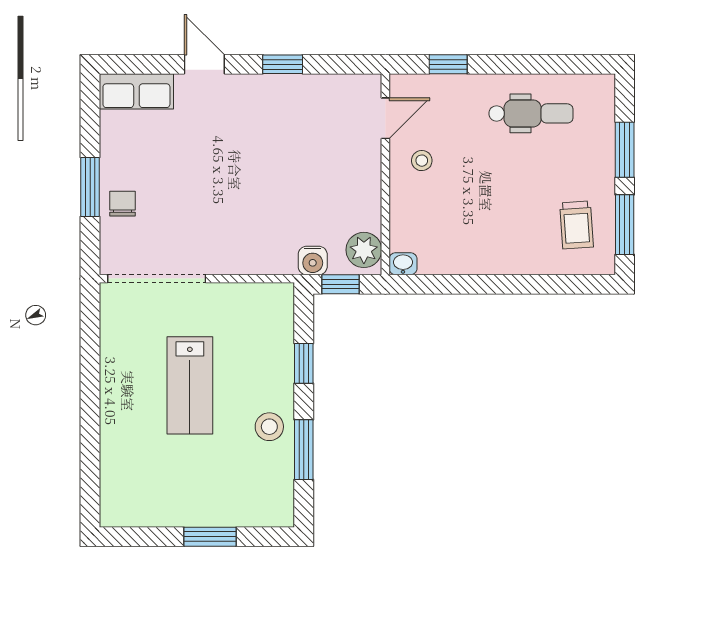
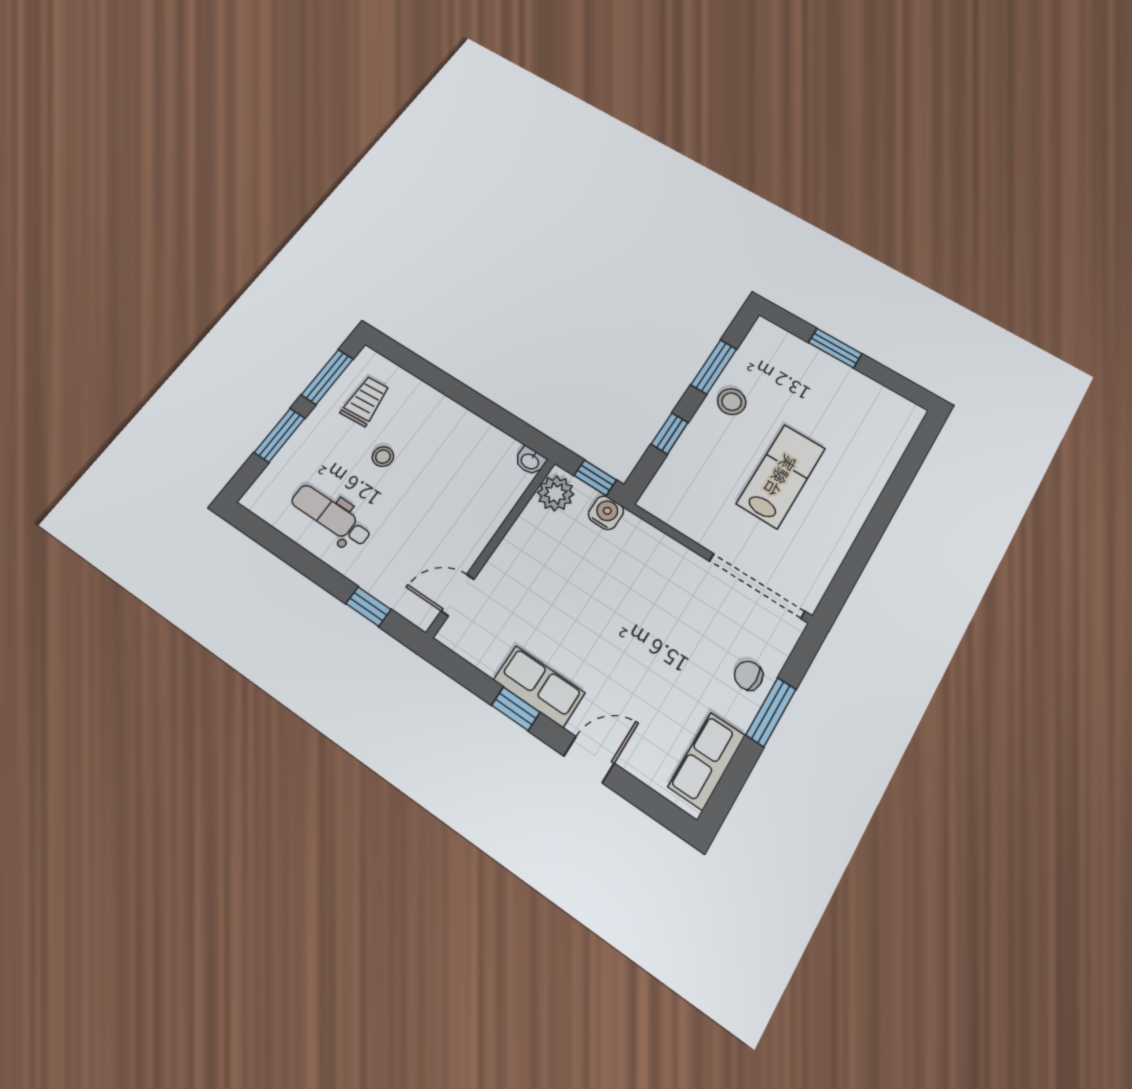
door: (204, 64) -> (589, 760), swing flipped
row of seats: (136, 91) -> (707, 761), moved, turned -90
row of seats: (276, 92) -> (539, 686), added
stool: (422, 161) -> (383, 457), moved
chair: (123, 204) -> (749, 676), turned 90

